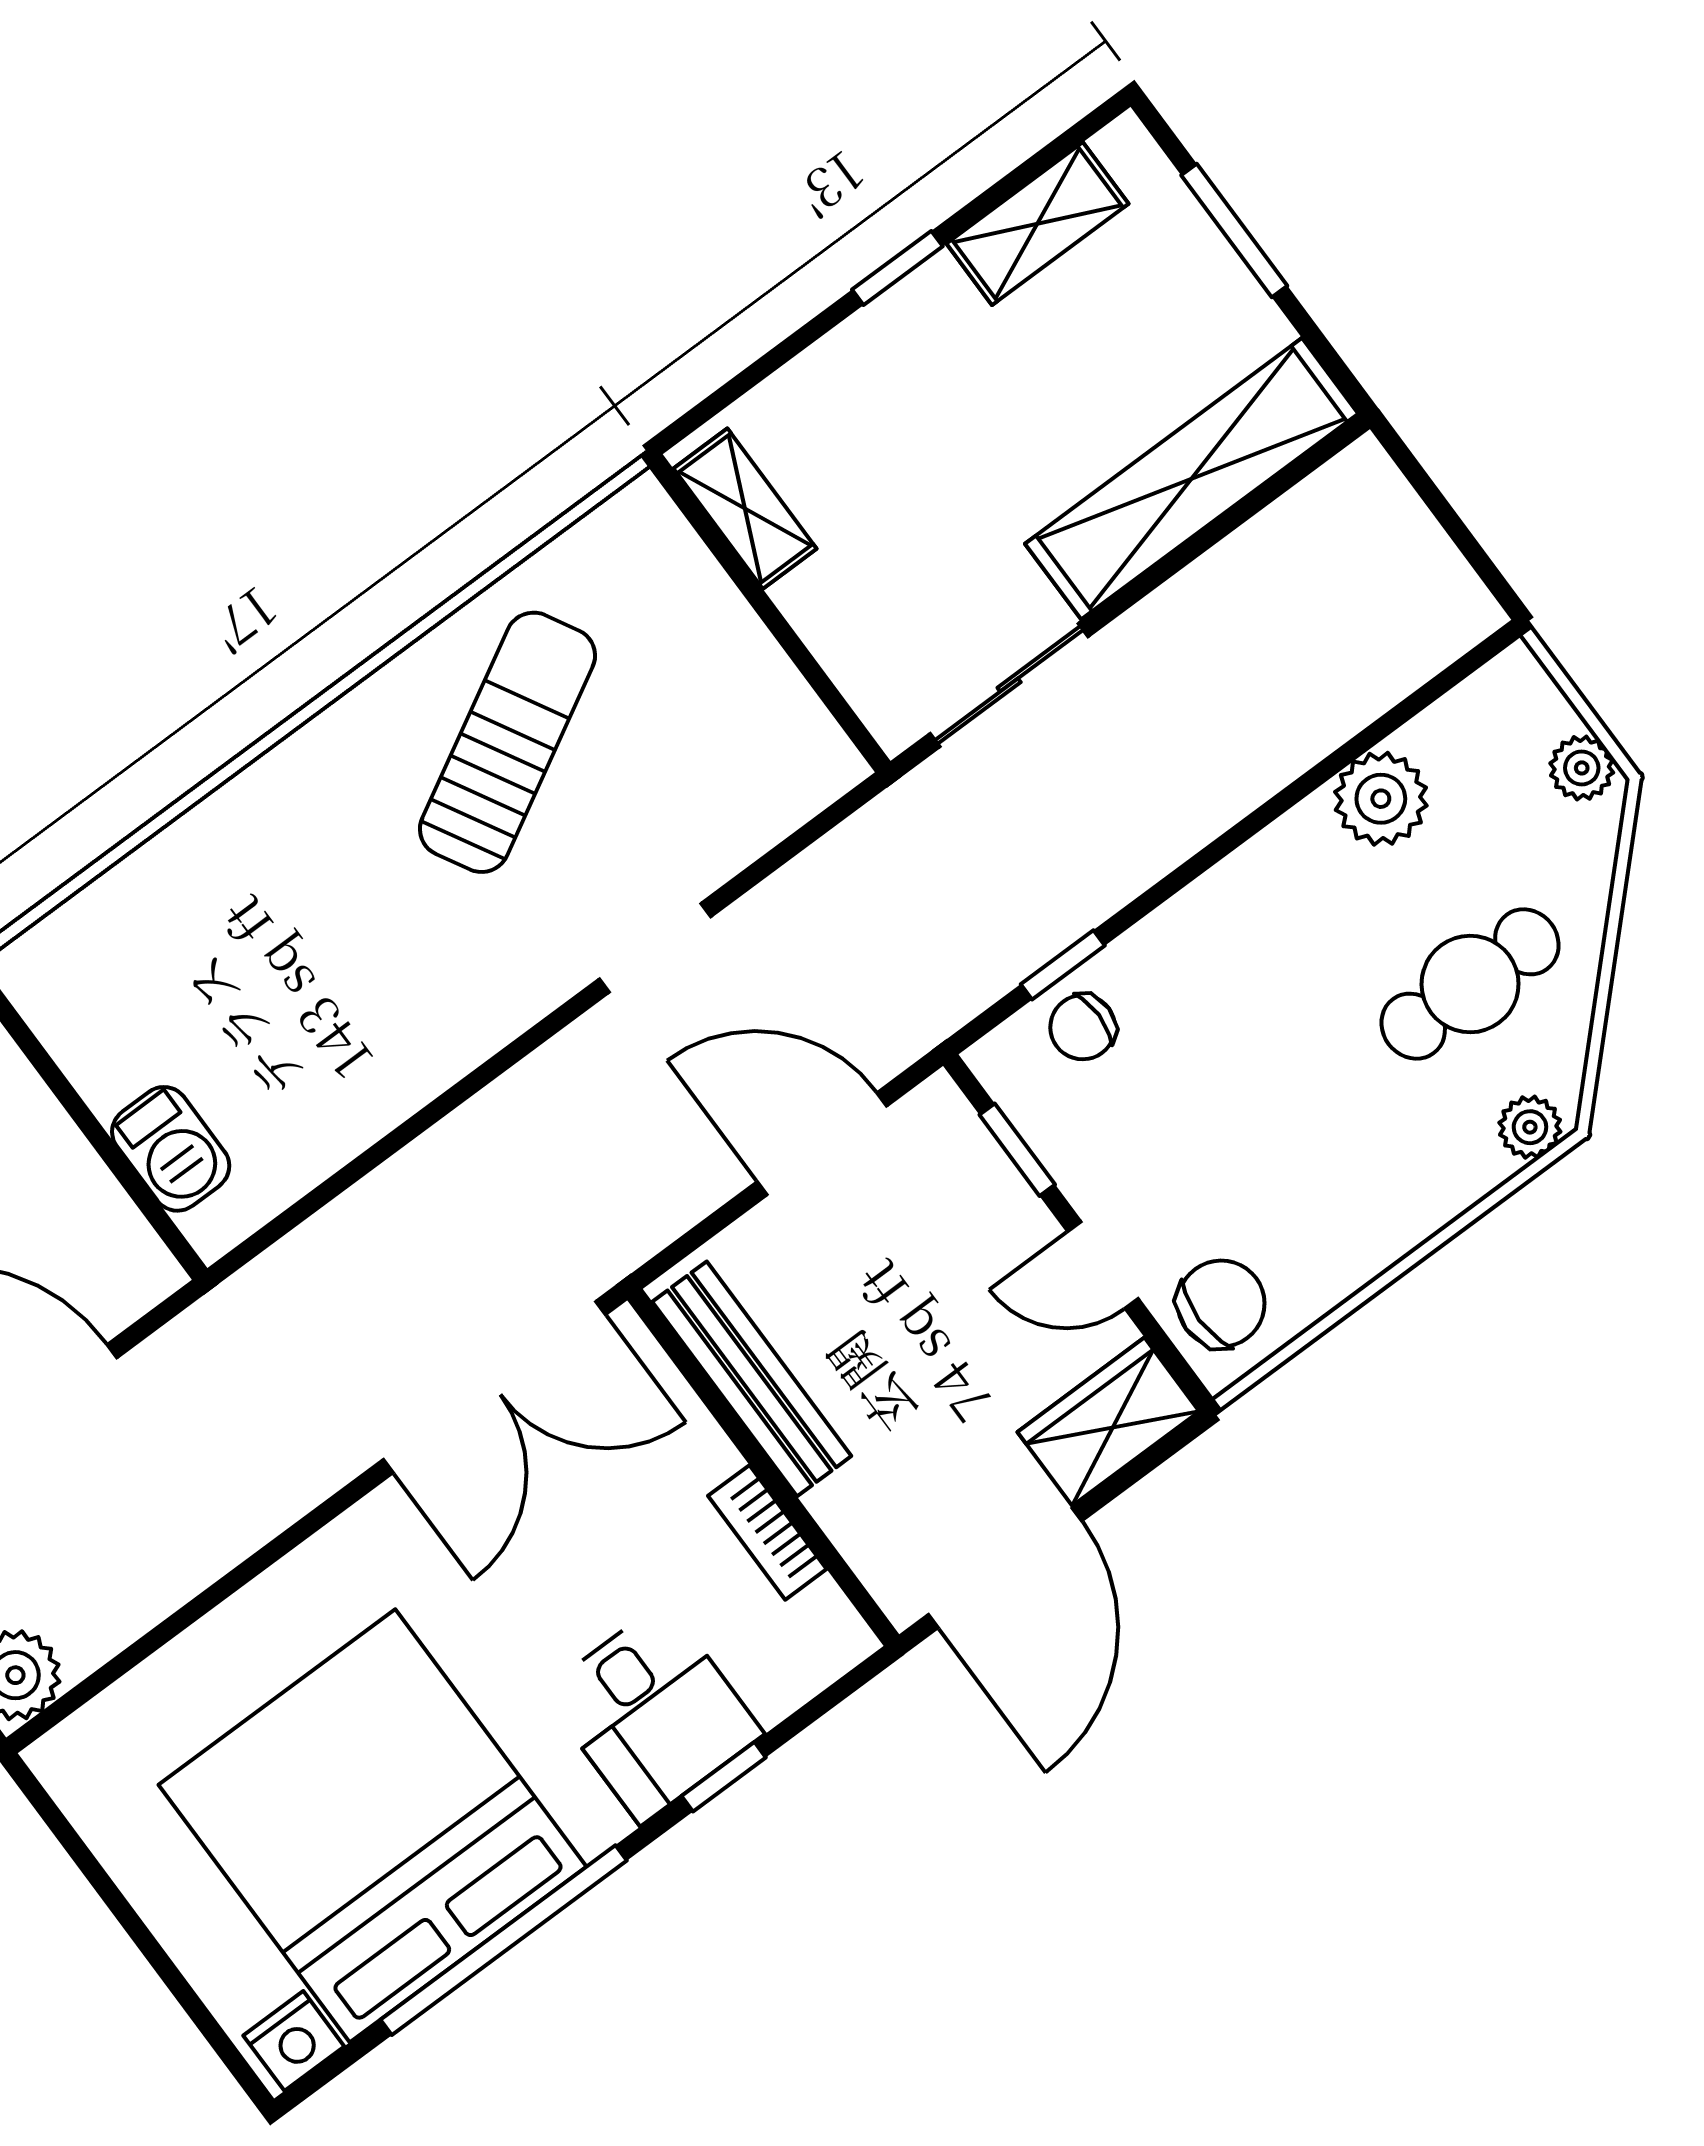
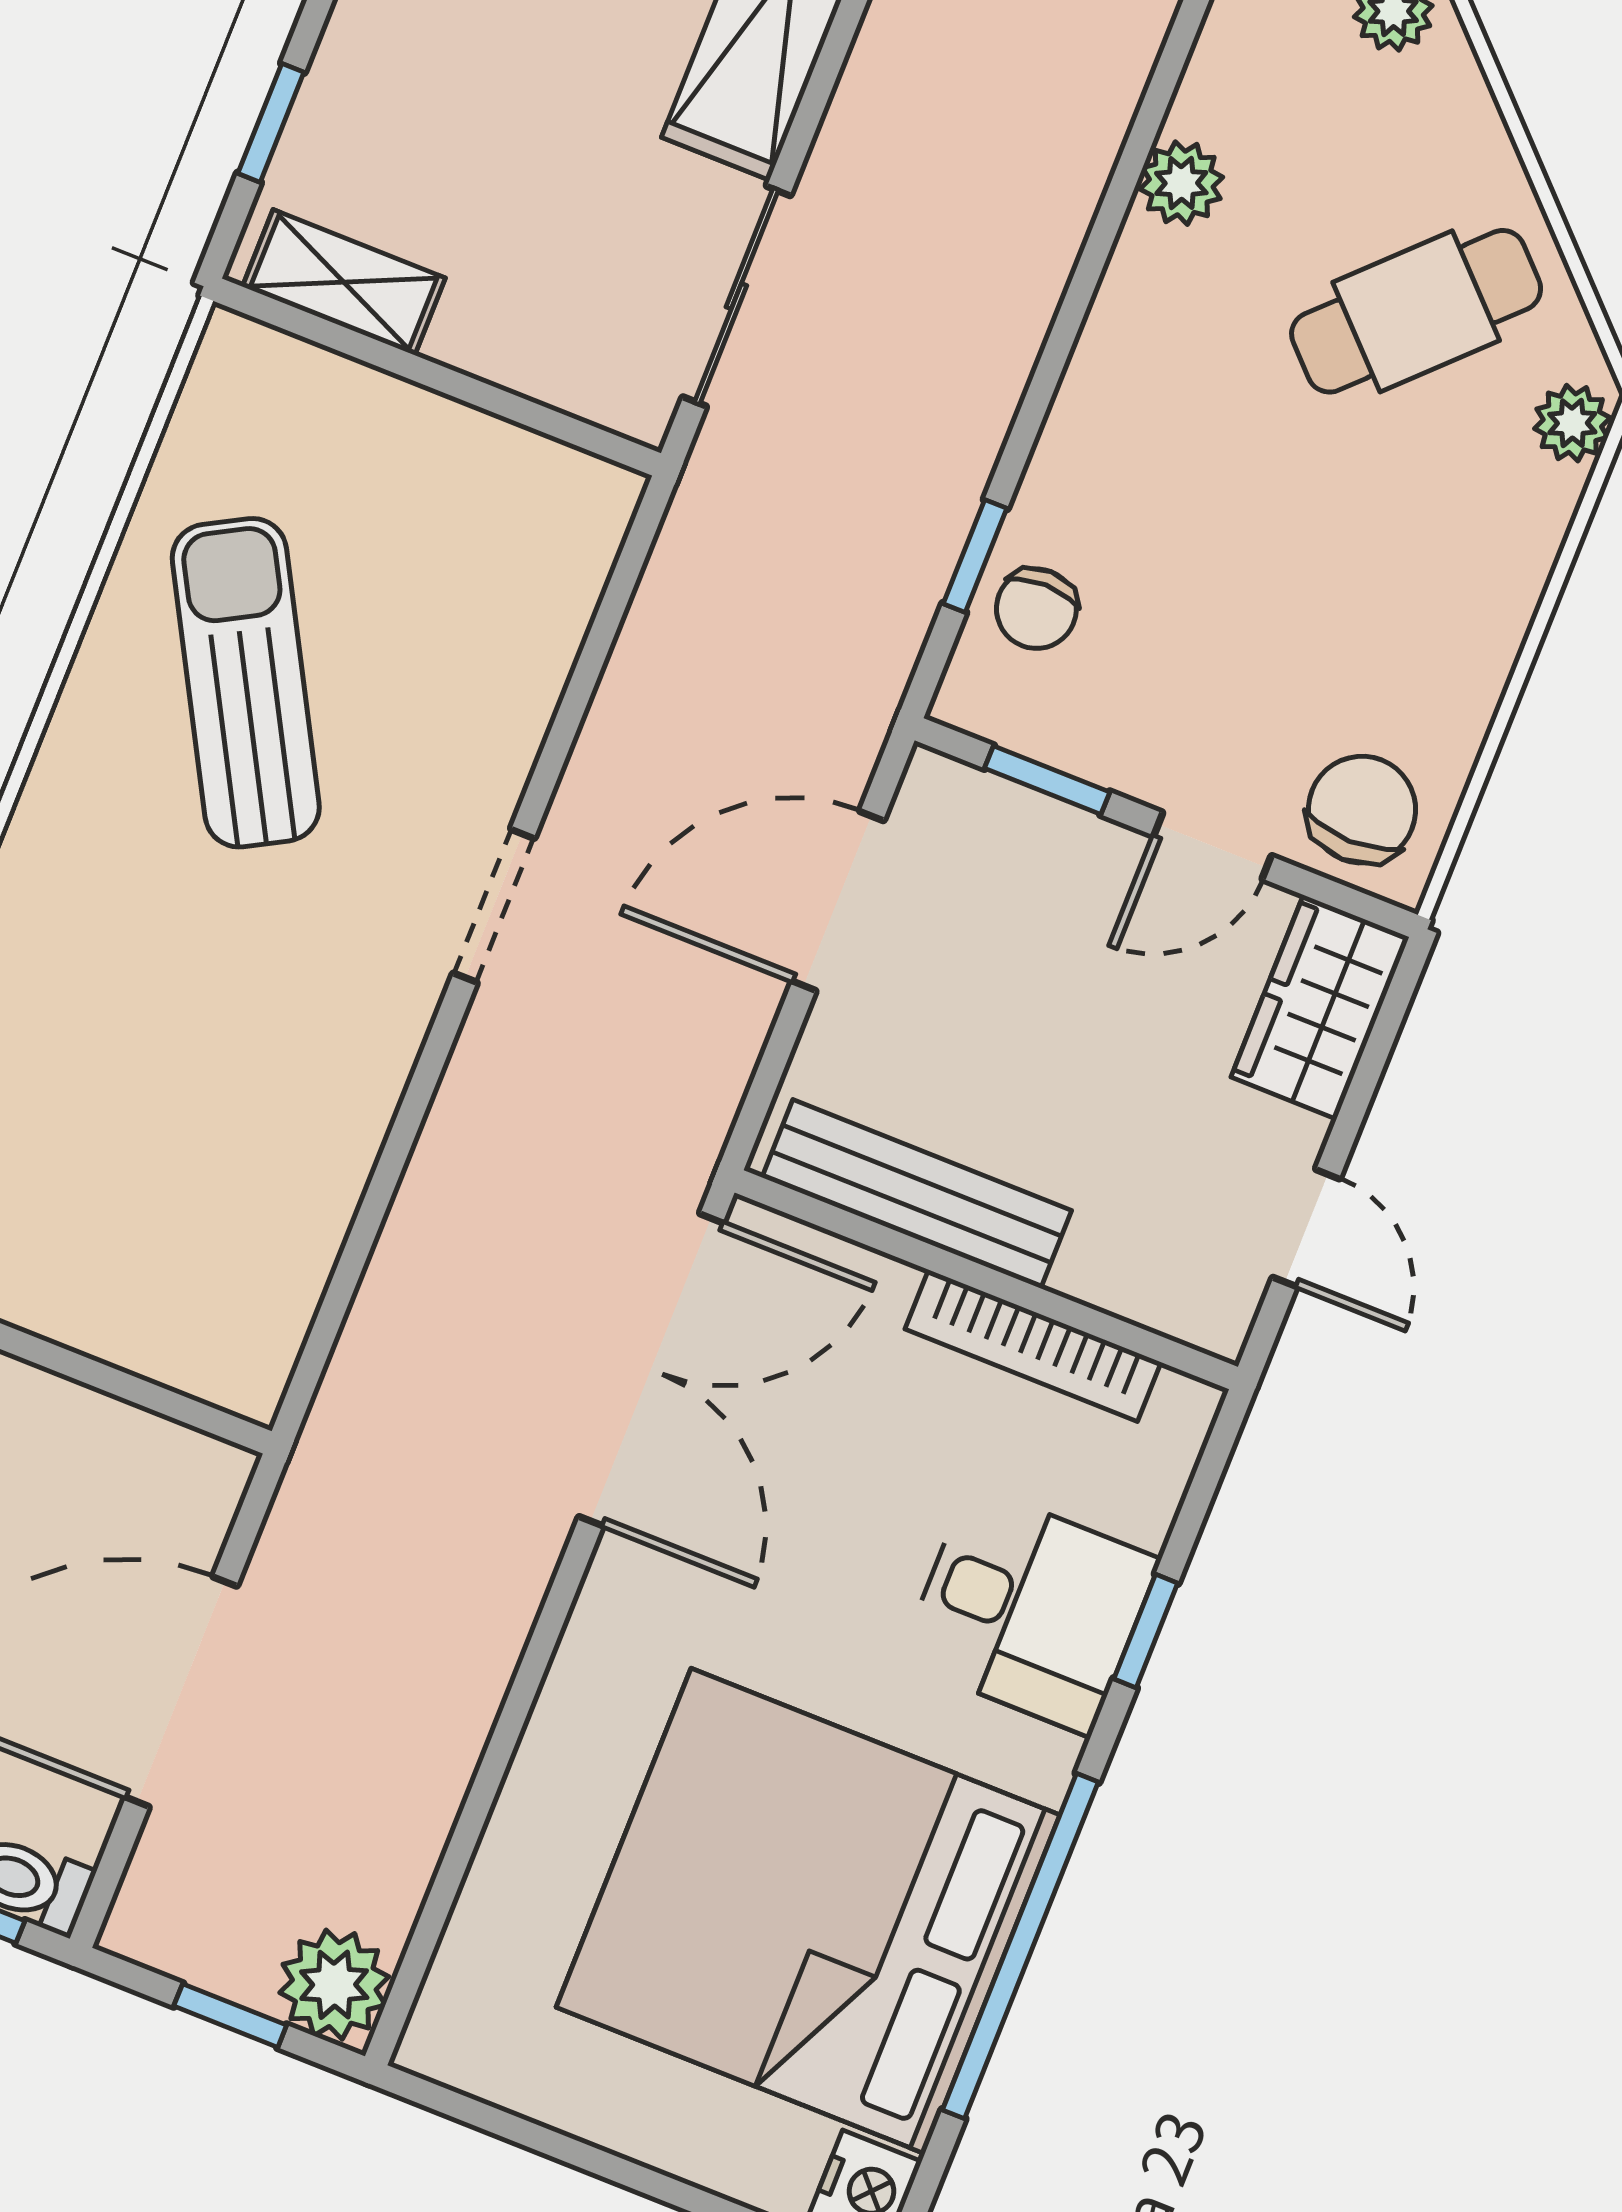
window: (763, 368) -> (271, 123), added
plant: (1381, 799) -> (1181, 183), width x0.73, depth x0.73
doorway: (655, 948) -> (494, 906), moved
cafe table: (1470, 984) -> (1416, 311), turned 45
barbecue: (171, 1149) -> (155, 1330), removed
bookcase: (767, 1532) -> (1033, 1346), width x1.56
door: (1005, 1568) -> (1306, 1228), width x0.53

